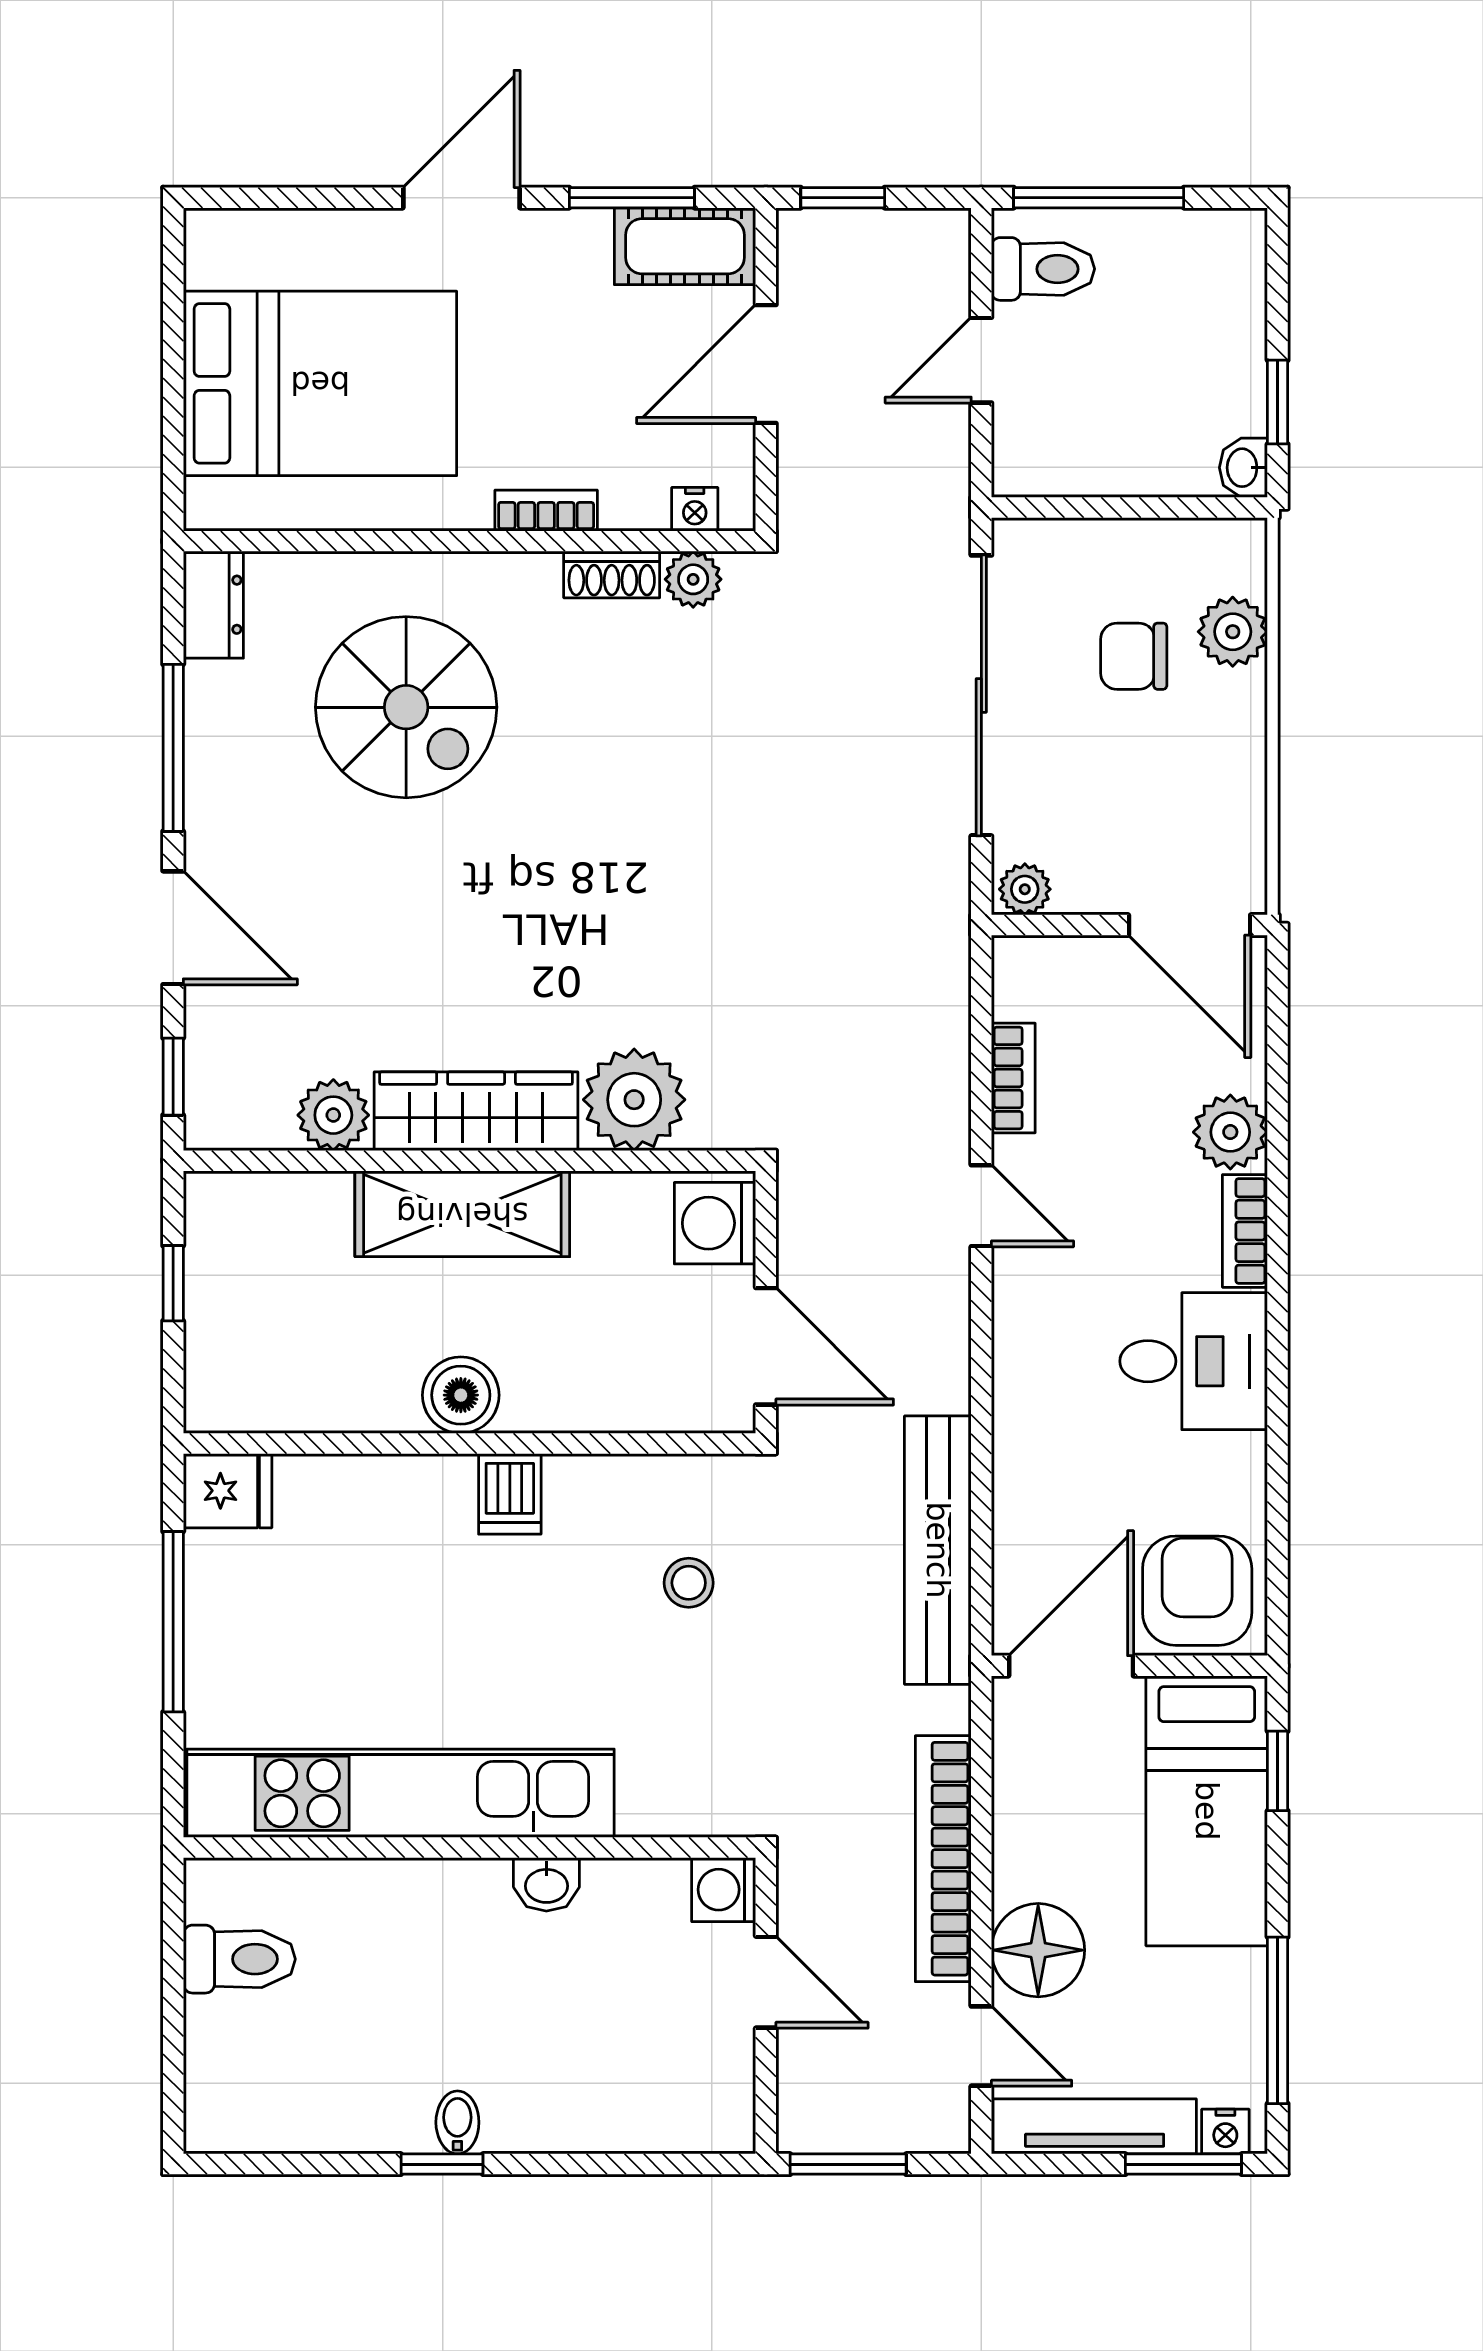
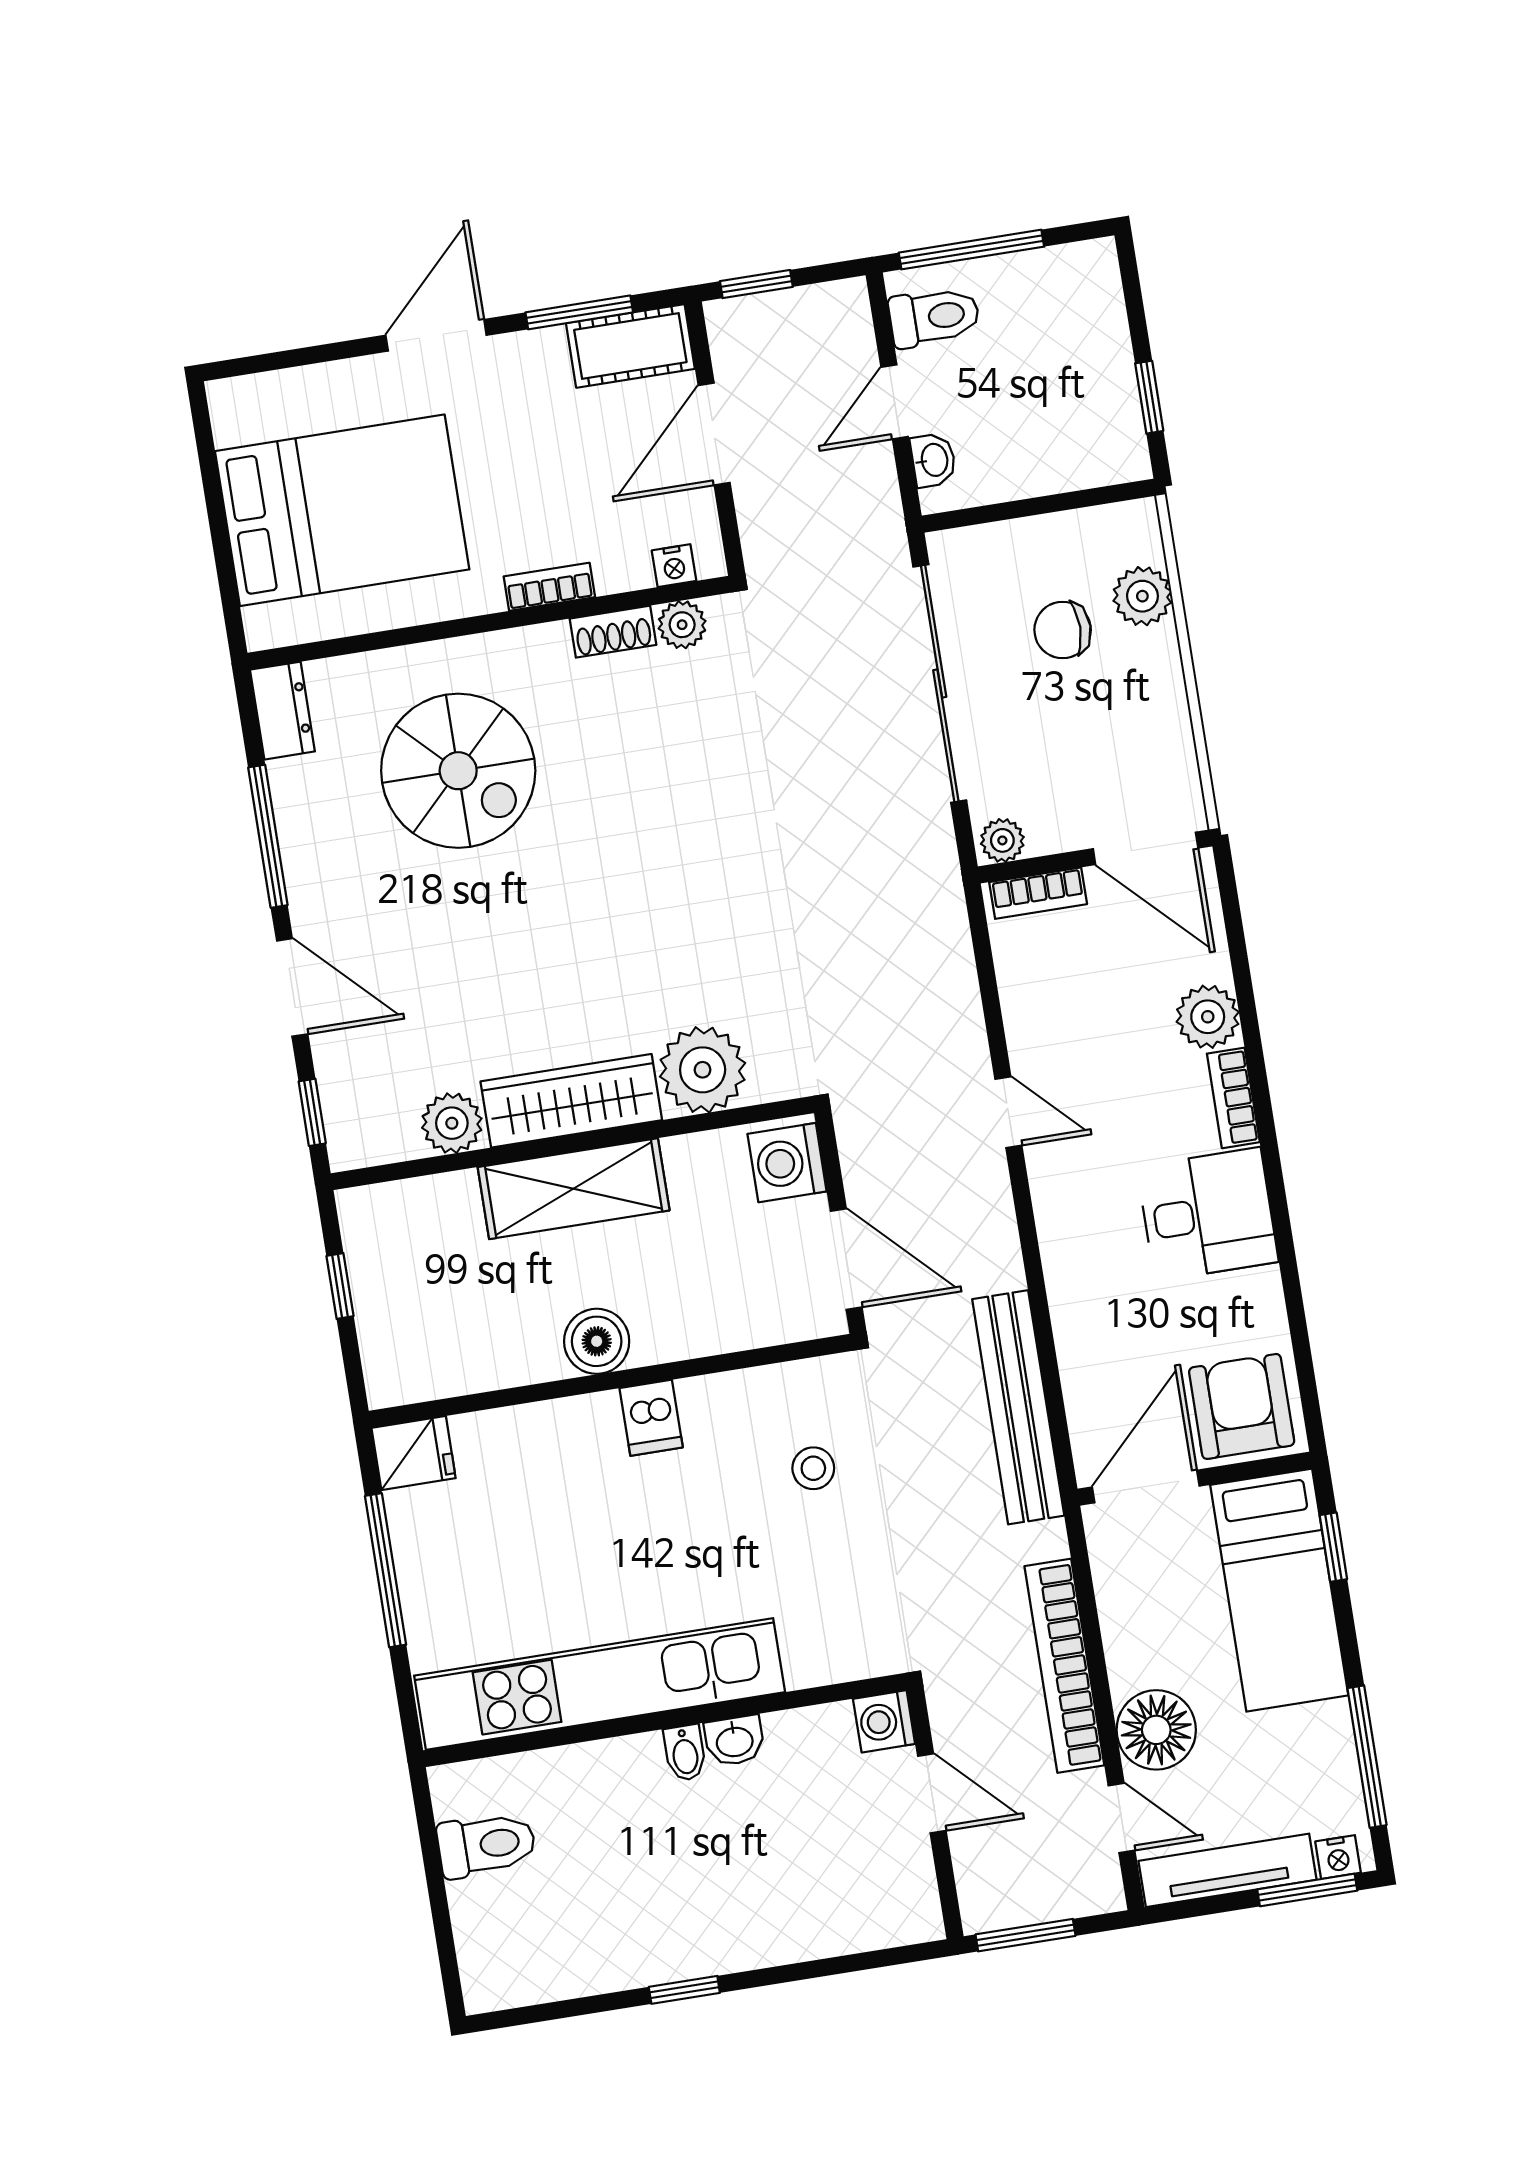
washbasin: (1243, 468) -> (933, 460), moved, turned 180
bookcase: (1013, 1078) -> (1038, 893), moved, turned 90
bidet: (457, 2122) -> (685, 1753), moved, turned 180

